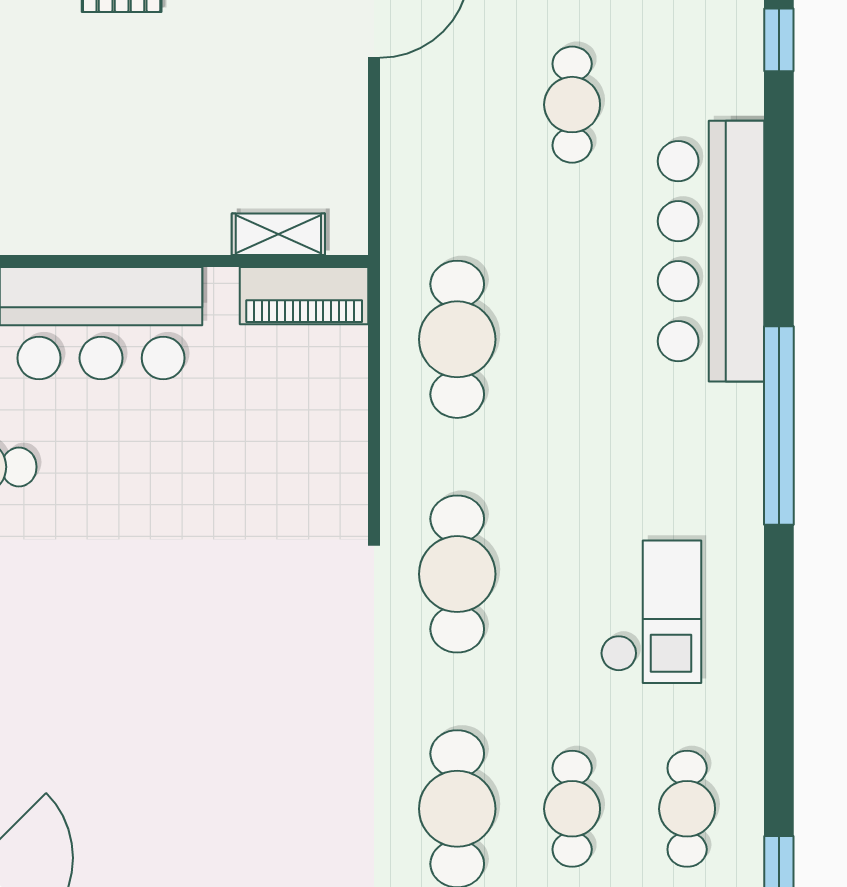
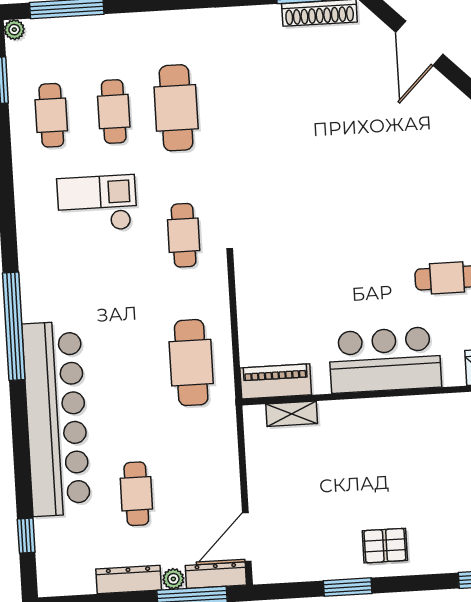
bar counter: (711, 251) -> (56, 419), width x1.36
cafe table: (457, 574) -> (184, 235), width x0.73, depth x0.74
checkout: (651, 612) -> (97, 204), moved, turned 90

